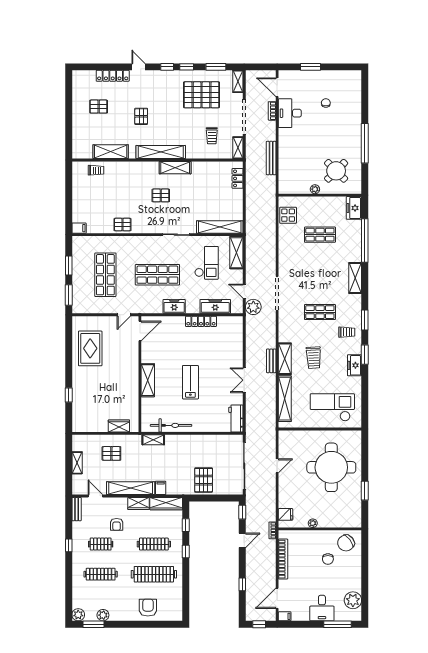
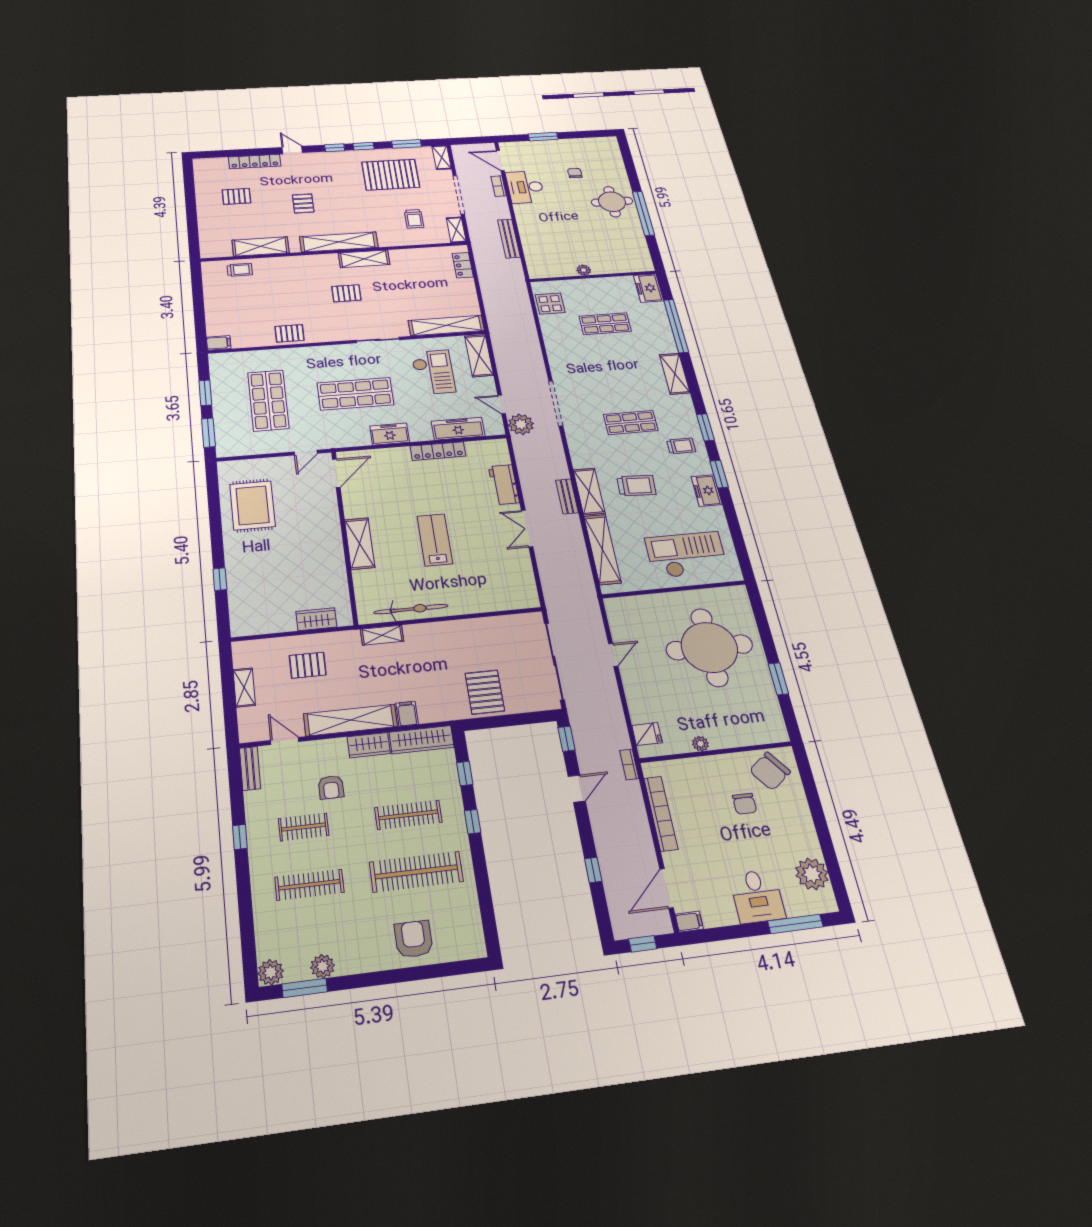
round table: (336, 171) -> (612, 202), moved, turned 45
trolley: (314, 358) -> (636, 486), turned -84
workbench: (236, 418) -> (504, 485), moved

